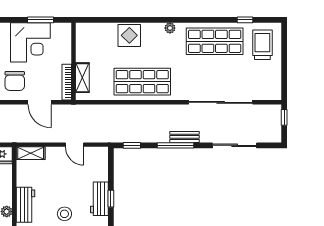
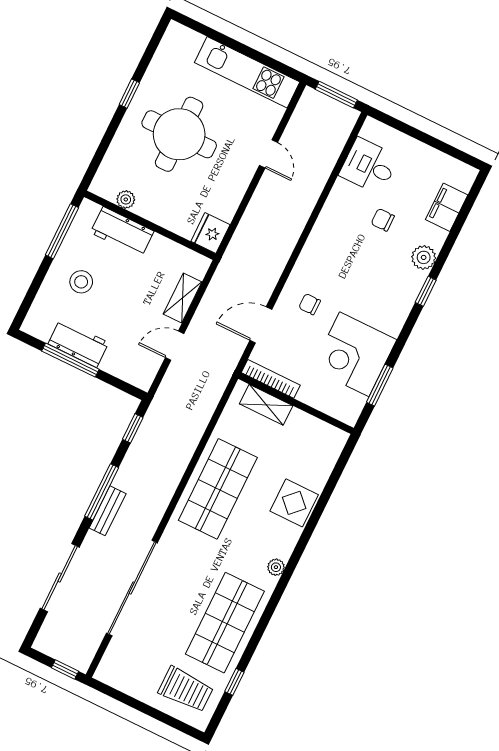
chair: (15, 81) -> (310, 304), width x0.54, depth x0.54
shelving: (31, 153) -> (183, 298), moved
window: (111, 199) -> (70, 360), width x2.17

